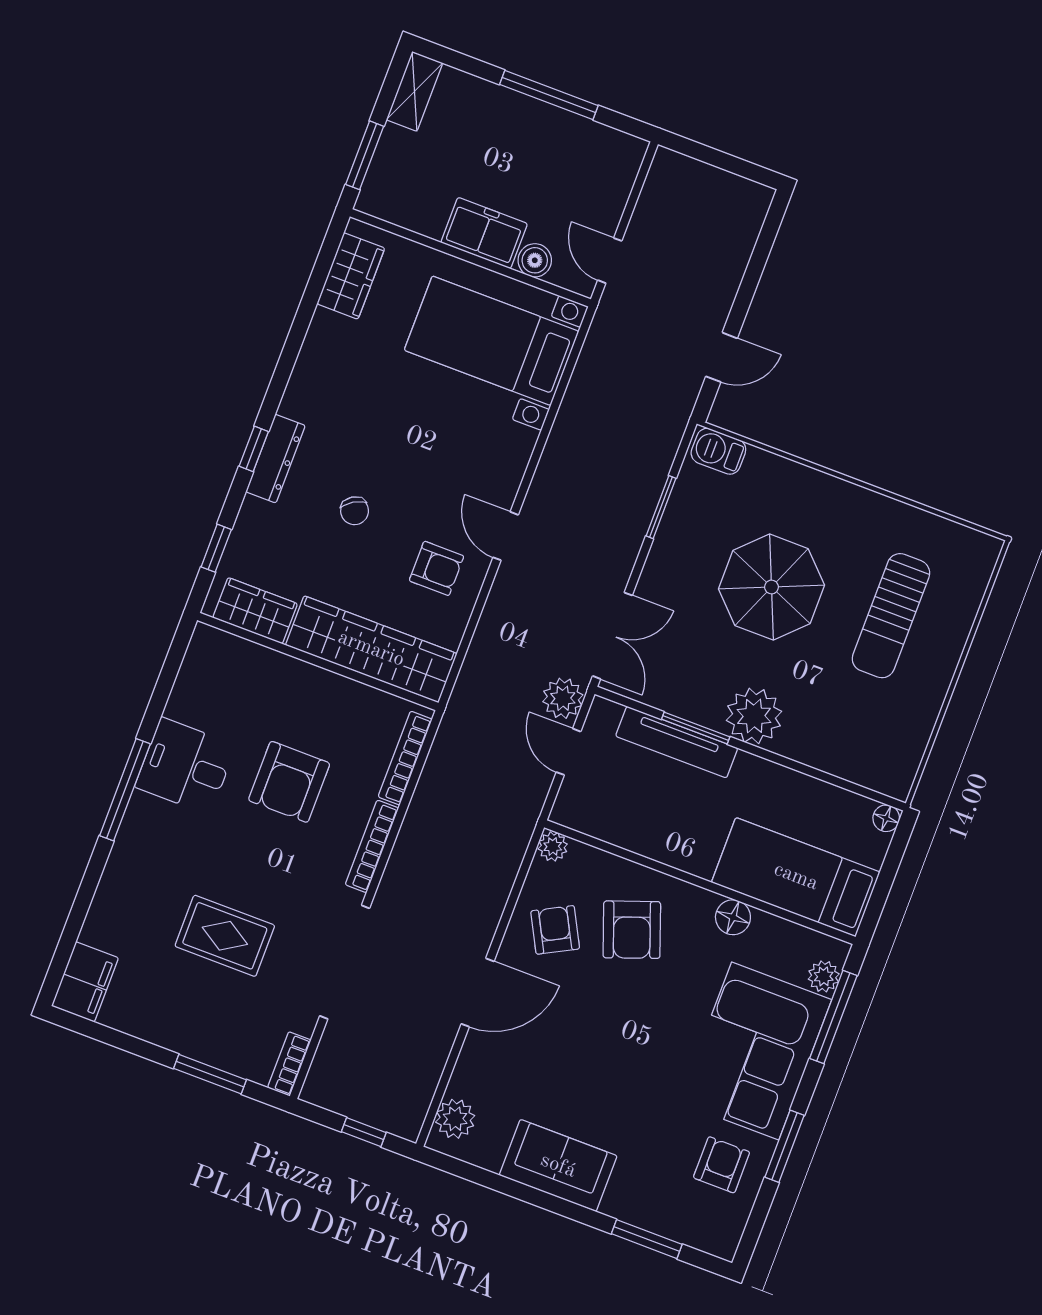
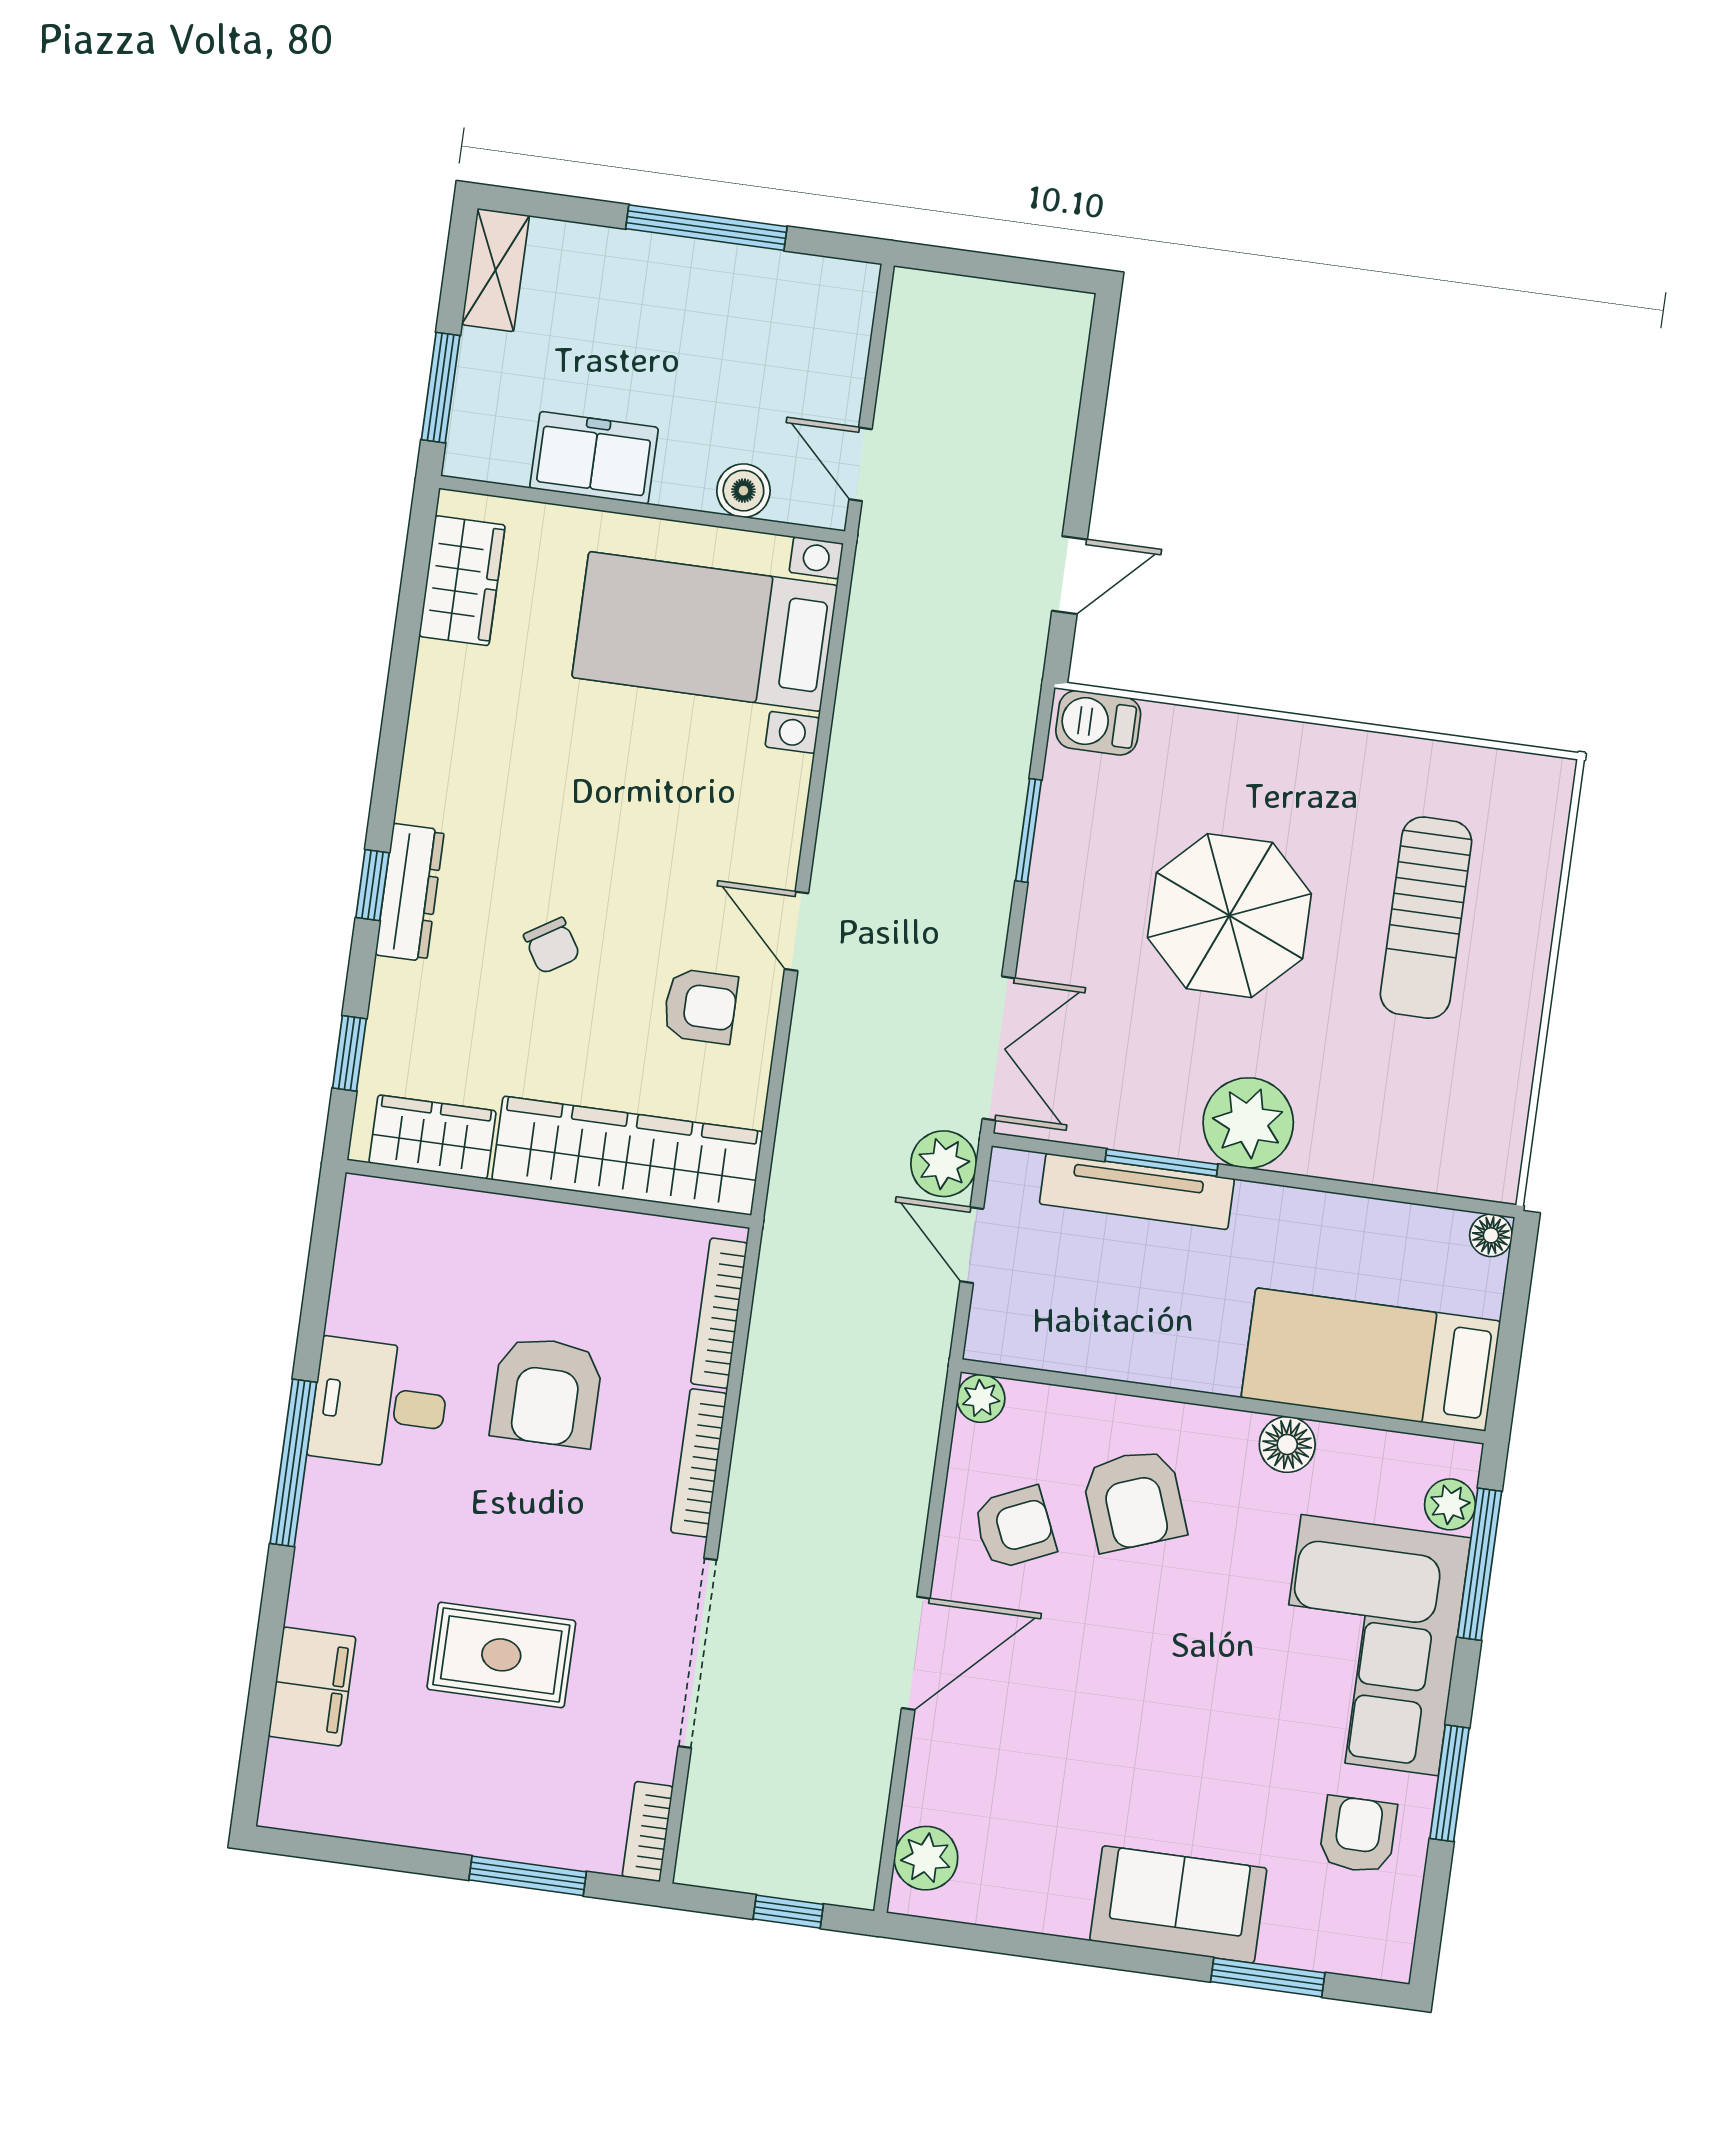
freezer: (484, 233) -> (594, 458), moved
armchair: (555, 930) -> (1014, 1528), turned 94
filing cabinet: (85, 982) -> (312, 1687), moved
sofa: (558, 1166) -> (1178, 1904), moved

